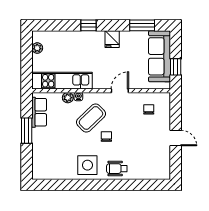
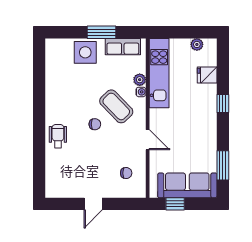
fridge: (112, 39) -> (207, 75), moved
side table: (87, 165) -> (85, 52), moved

